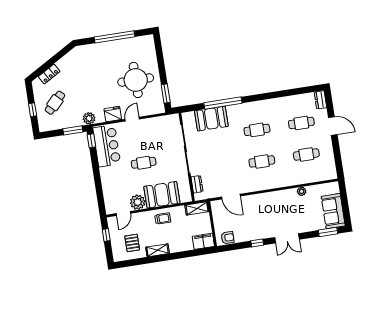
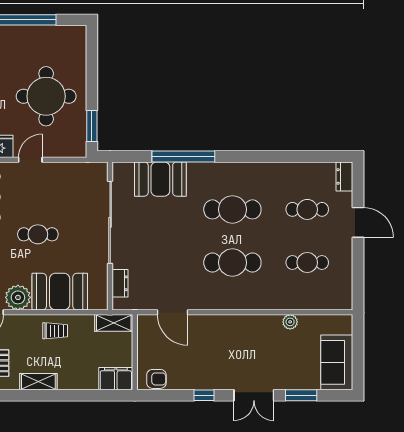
cafe table: (257, 130) -> (232, 209), width x1.37, depth x1.35
cafe table: (262, 161) -> (232, 263), width x1.37, depth x1.35
window: (328, 232) -> (301, 395), moved

